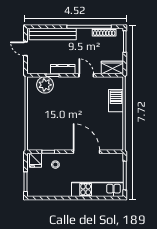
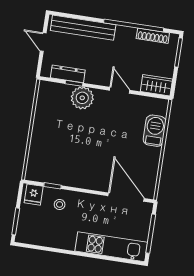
dresser: (63, 69) -> (68, 74), moved
plant: (45, 85) -> (82, 98), moved
door: (86, 152) -> (126, 197), moved

